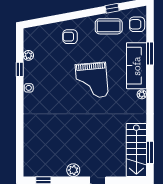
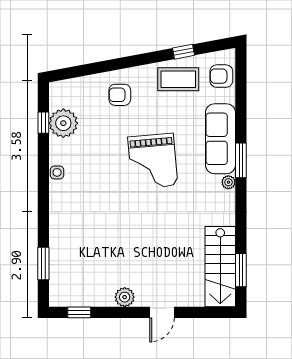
window: (150, 54) -> (241, 160), moved
plant: (28, 55) -> (63, 123), width x1.88, depth x1.88
window: (20, 69) -> (43, 123), moved
window: (20, 148) -> (43, 263), added

